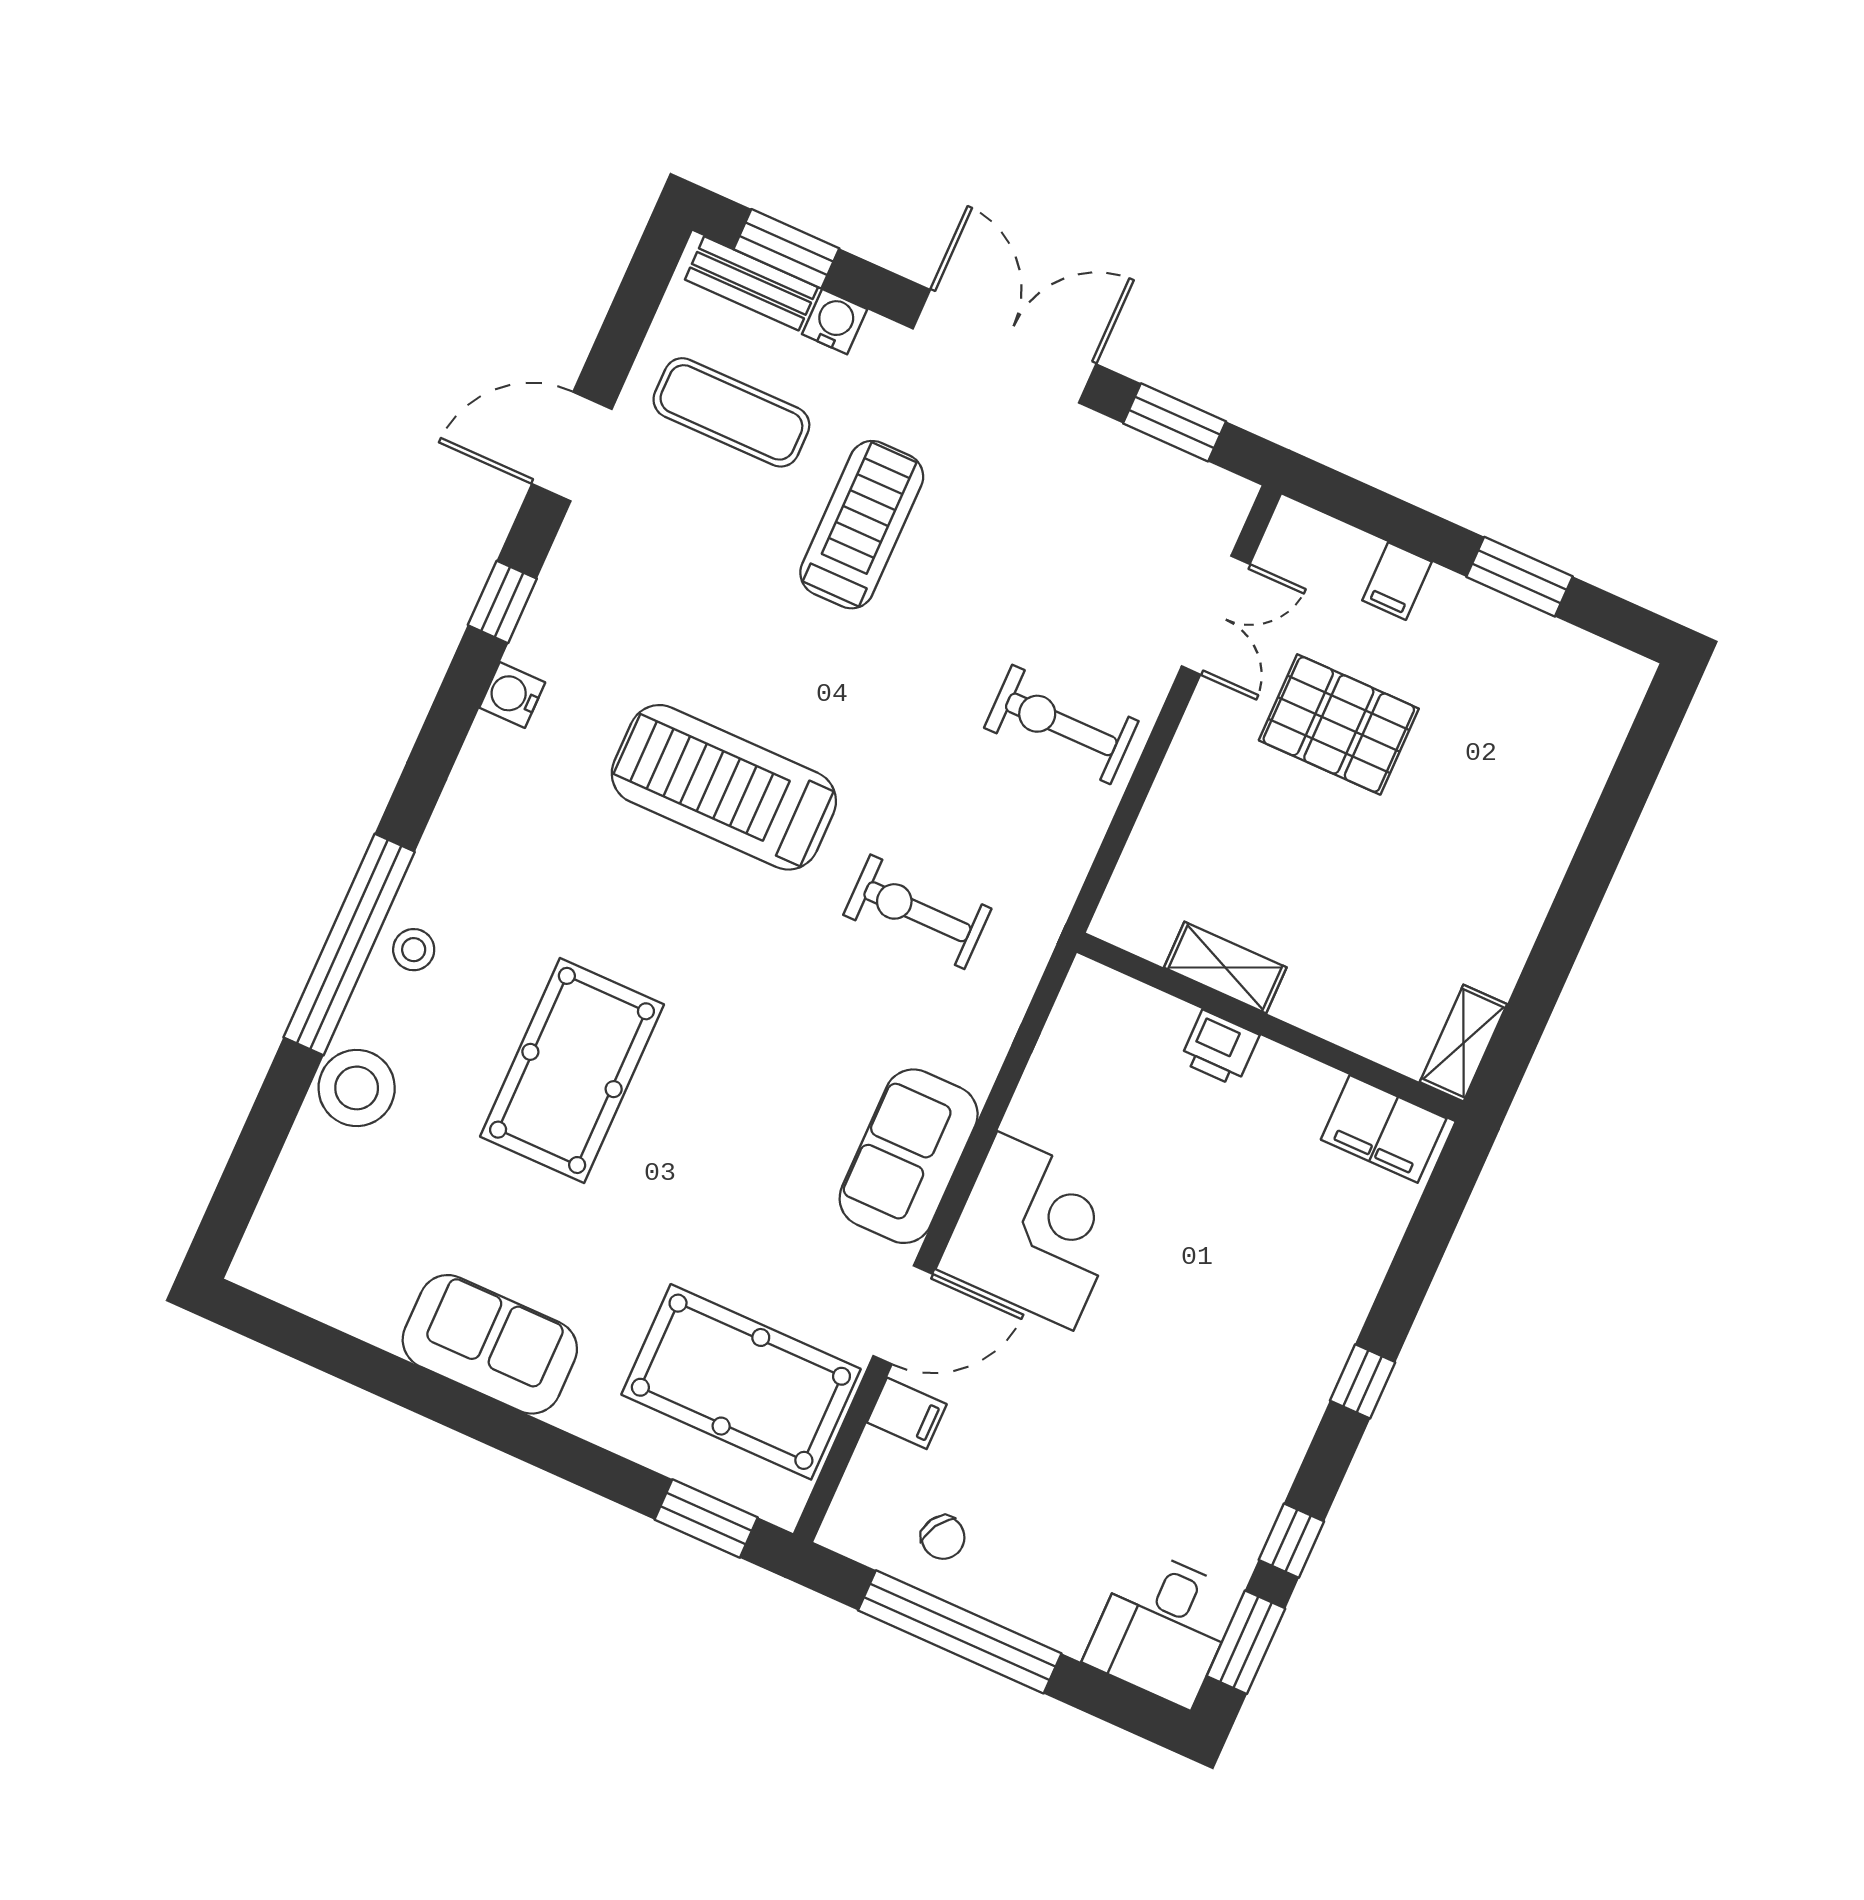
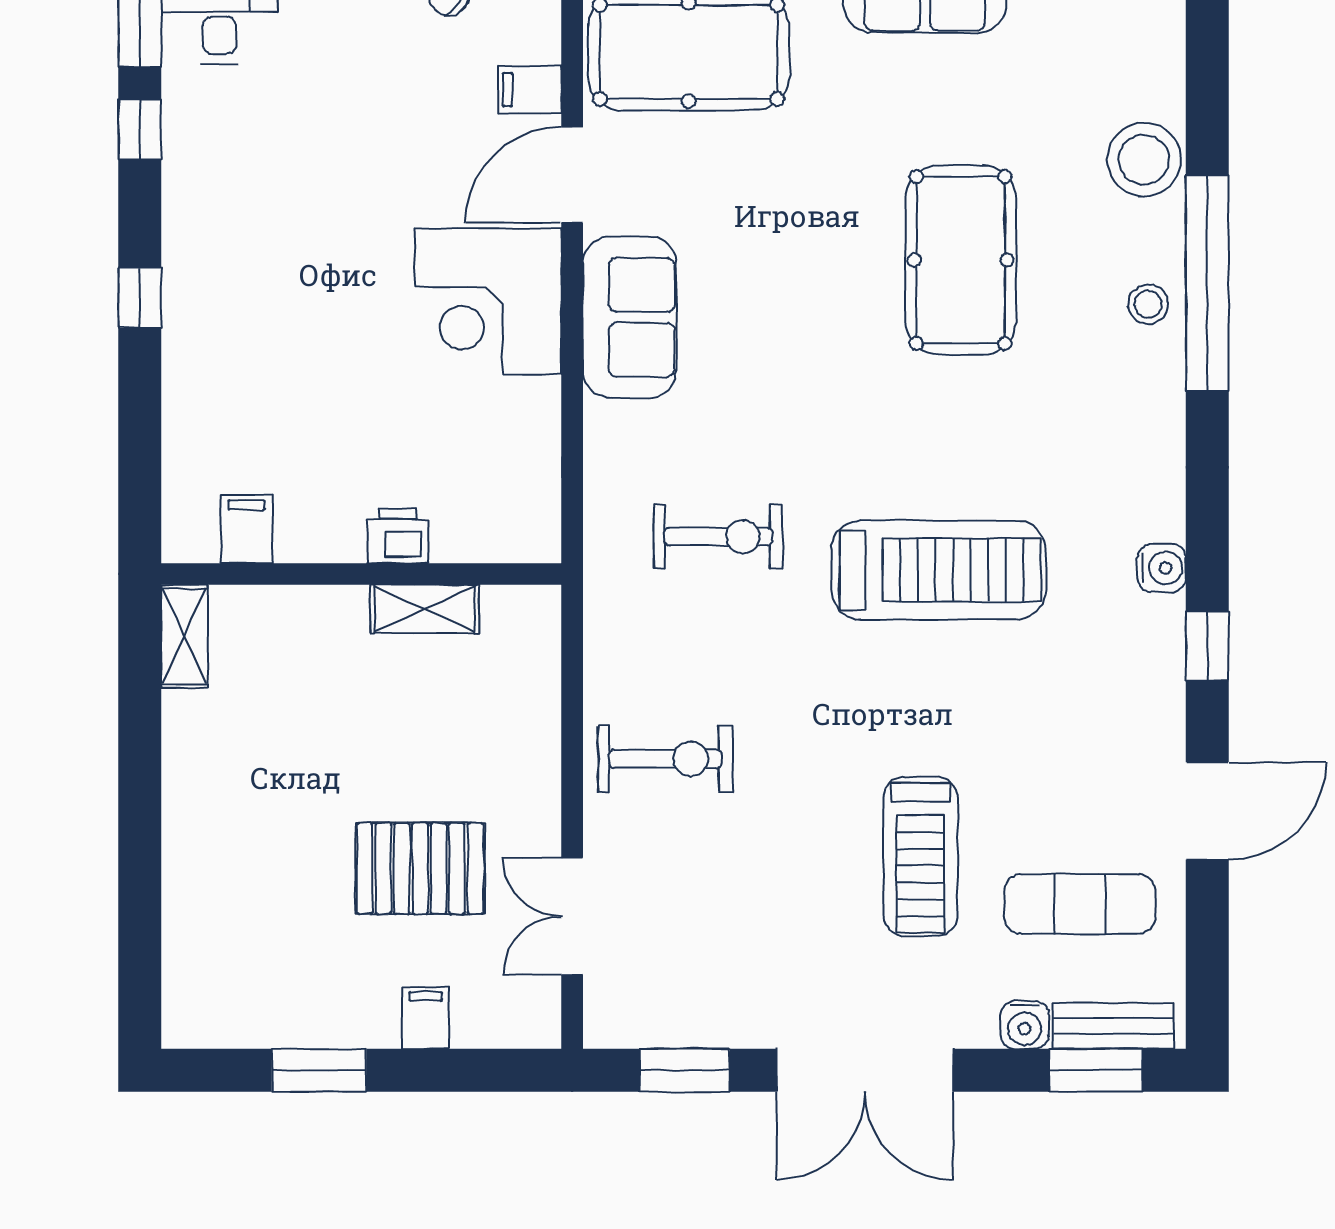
filing cabinet: (1384, 1129) -> (247, 529), width x0.50

